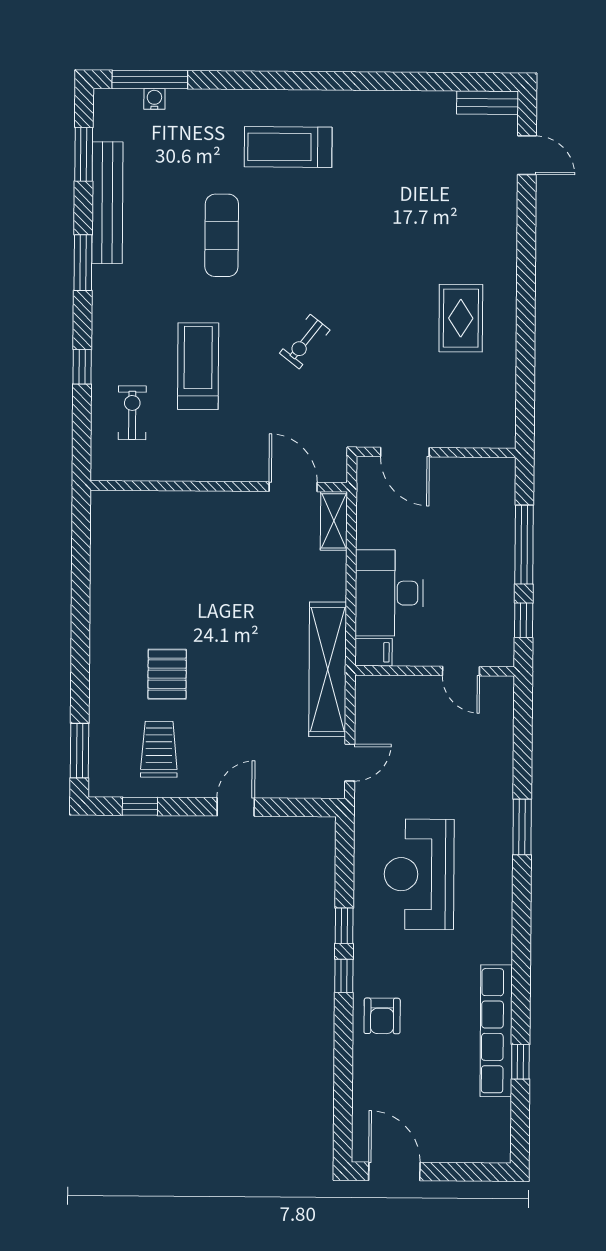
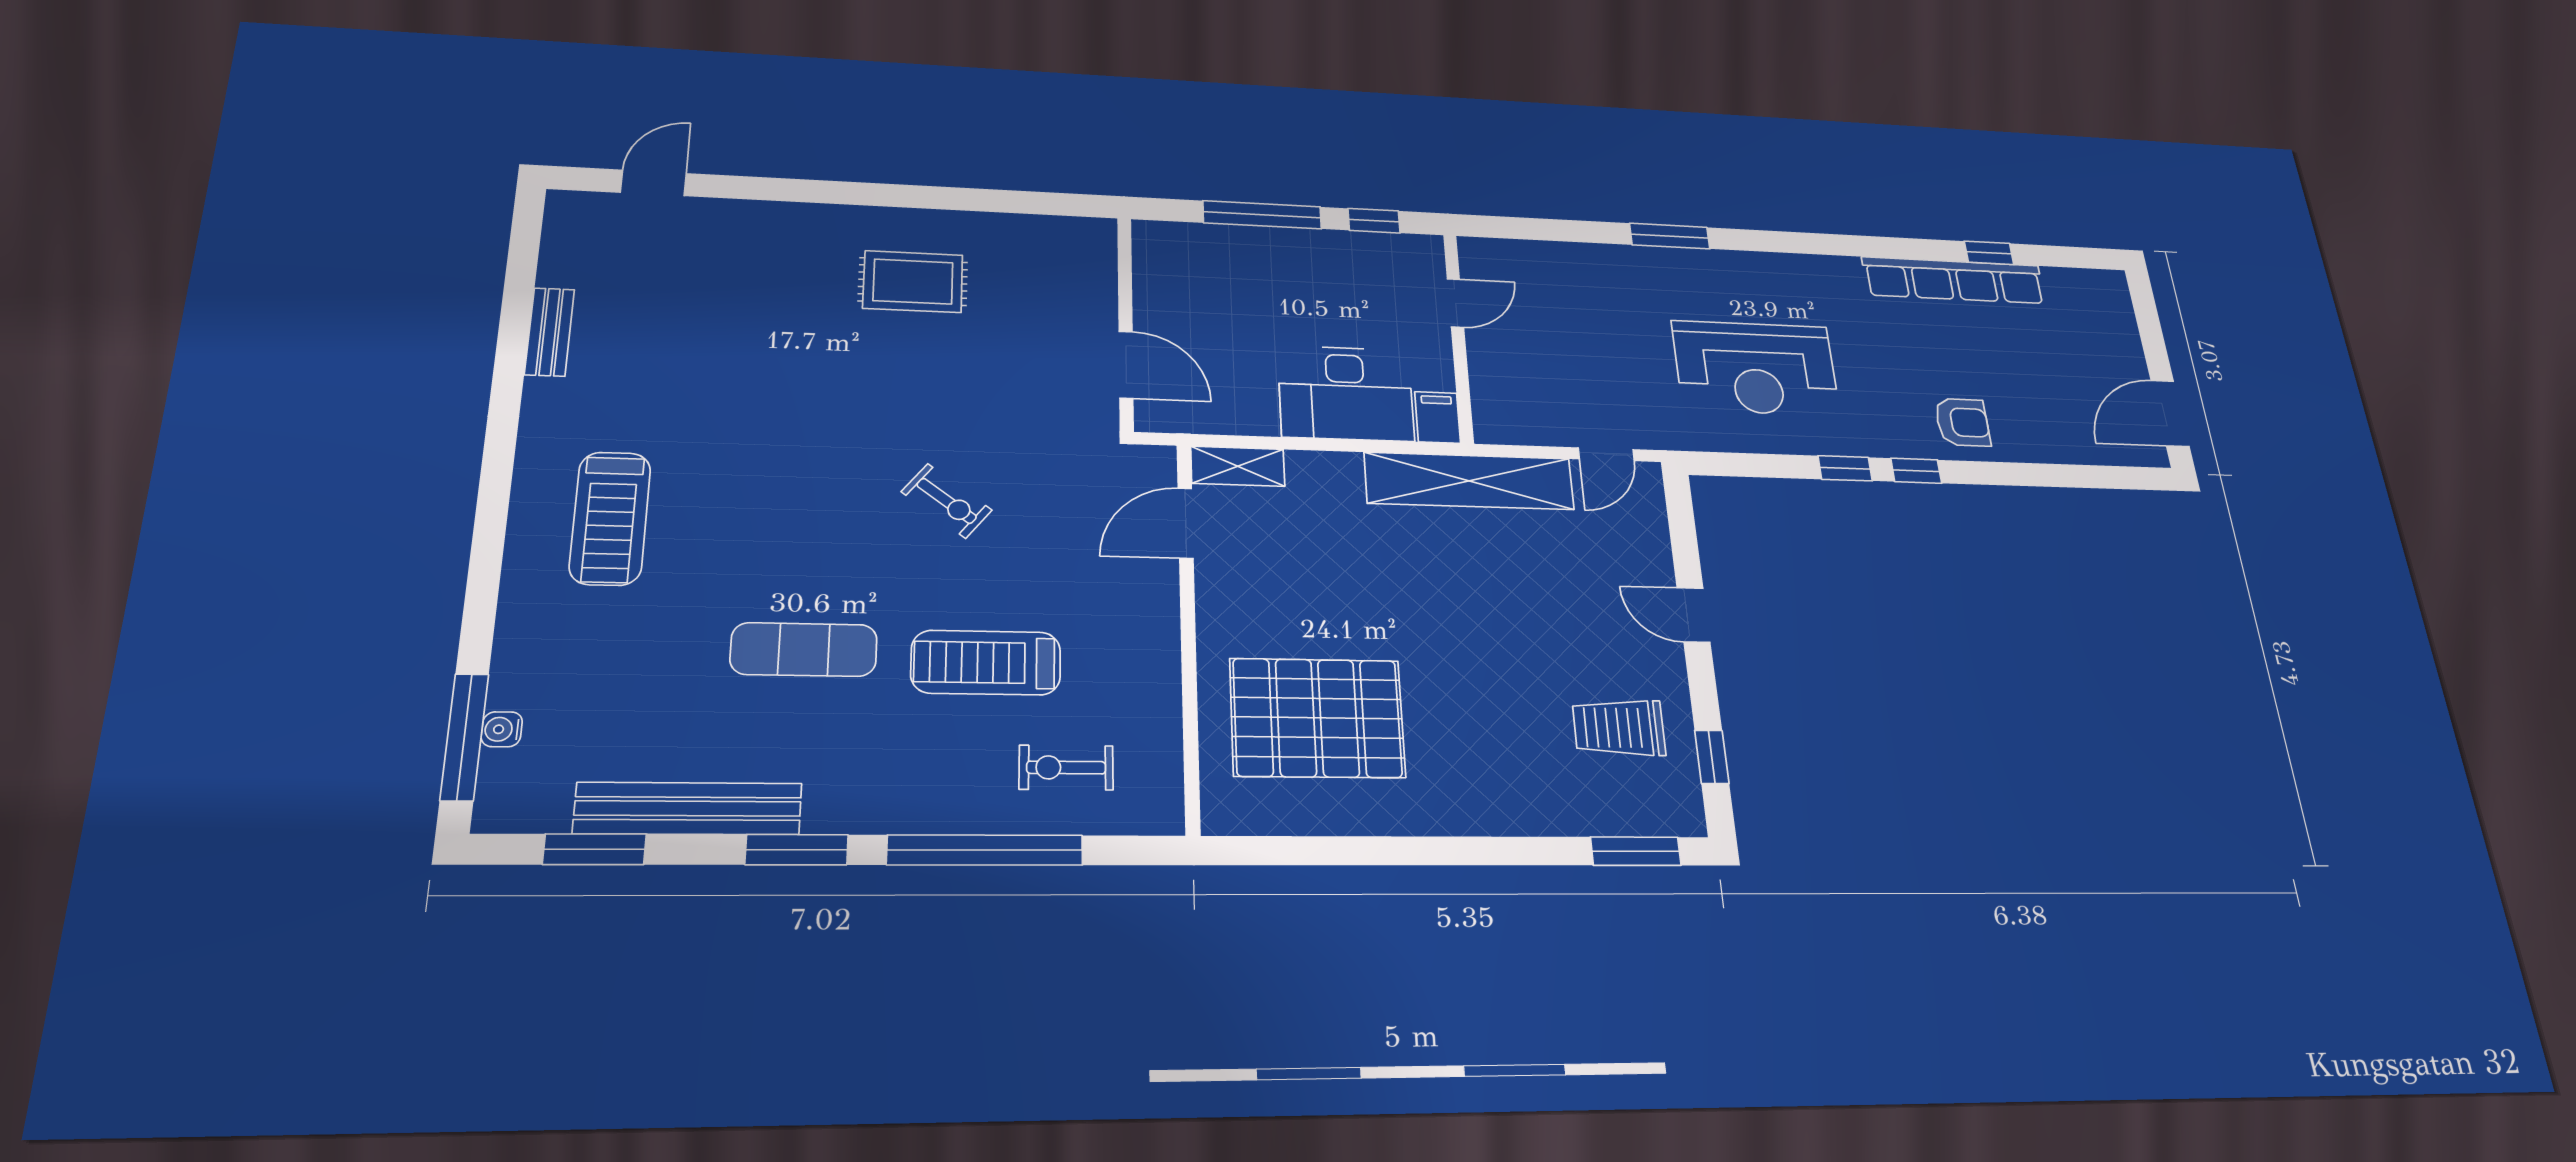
bench: (488, 103) -> (550, 332), moved
exercise mat: (222, 235) -> (804, 649), moved
window: (82, 367) -> (985, 850), width x3.17
door: (405, 452) -> (1126, 365), hinge flipped
pallet: (167, 674) -> (1317, 718), moved, width x2.05, depth x2.00
door: (350, 763) -> (1606, 454), swing flipped

